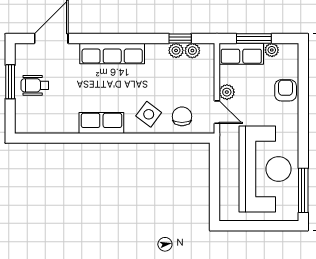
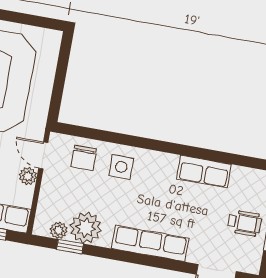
plant: (176, 50) -> (86, 228), width x1.87, depth x1.87
side table: (149, 114) -> (121, 167), turned -37
row of seats: (101, 123) -> (204, 172), moved

